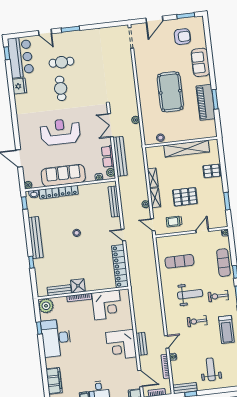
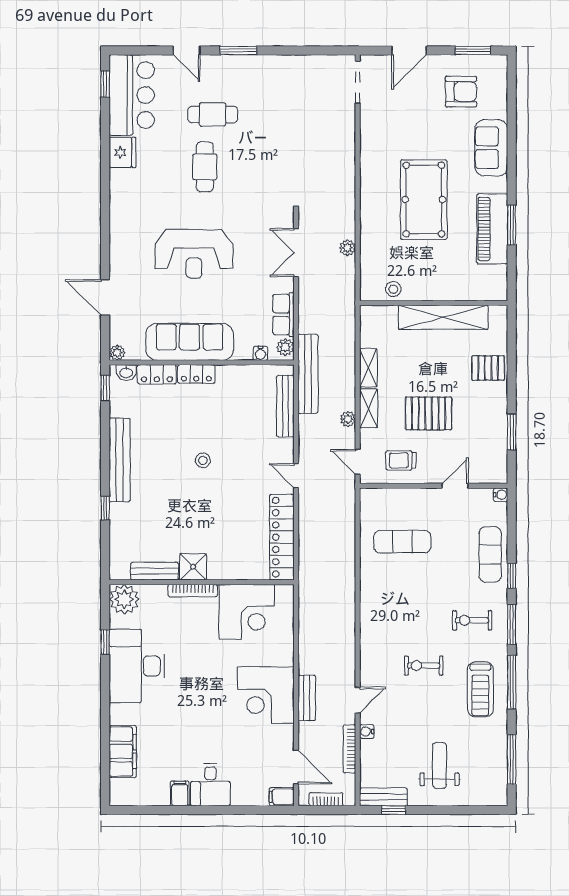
reception desk: (60, 132) -> (194, 254), turned 180
bench: (120, 156) -> (308, 374), moved
weight bench: (190, 294) -> (416, 610), removed

